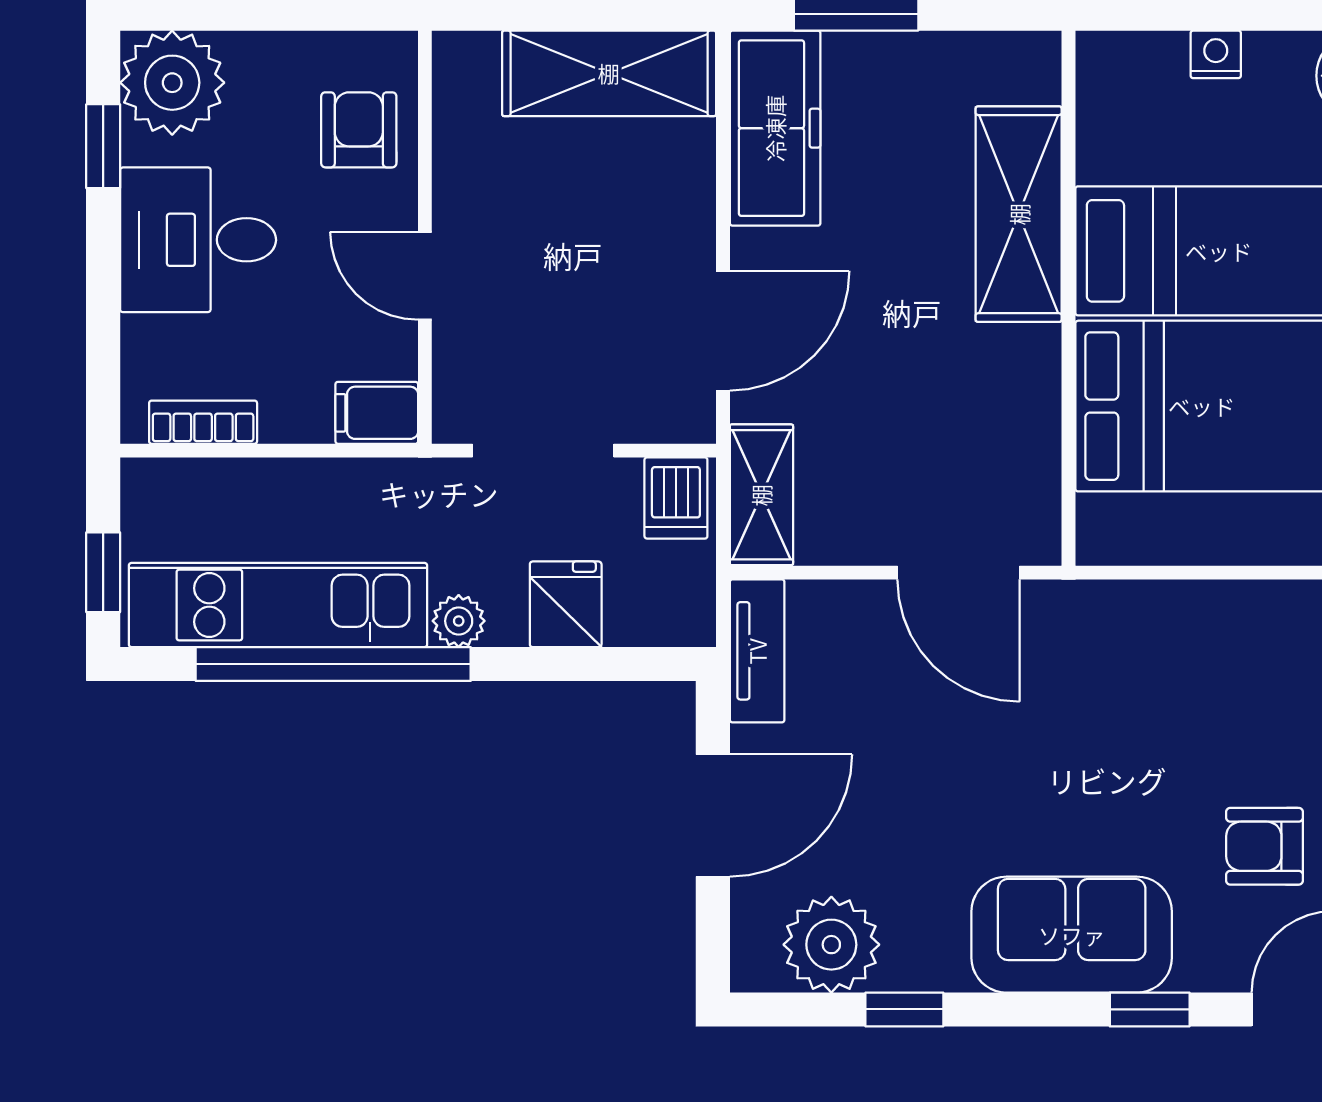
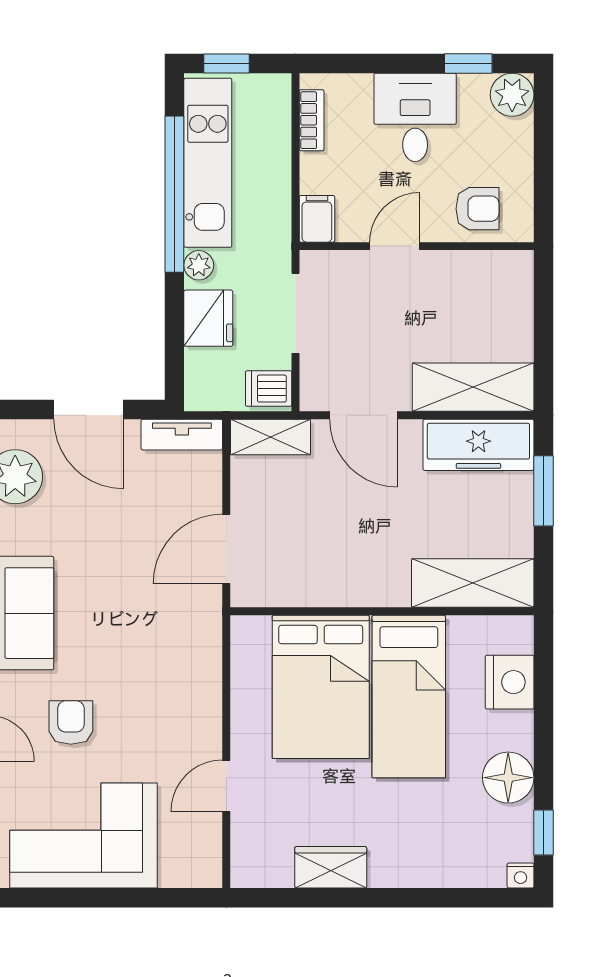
nightstand: (1216, 54) -> (510, 682), width x1.89, depth x1.79
shelving: (609, 73) -> (473, 387), moved, turned 90
plant: (172, 83) -> (512, 95), width x0.73, depth x0.73
shelving: (1019, 214) -> (473, 583), moved
fridge: (566, 604) -> (208, 318), width x1.38

